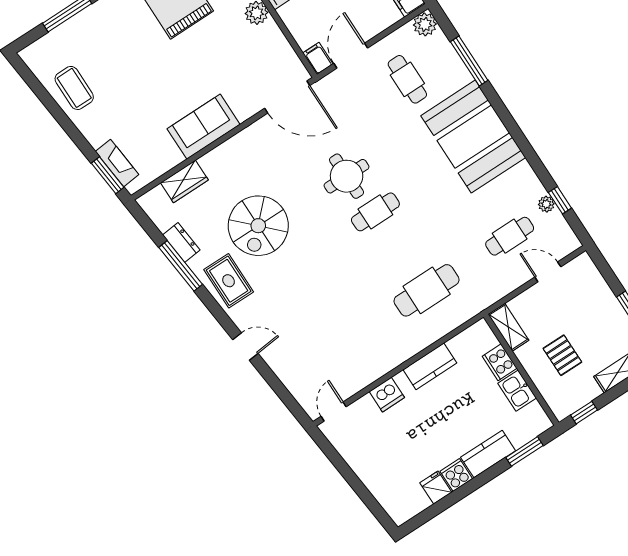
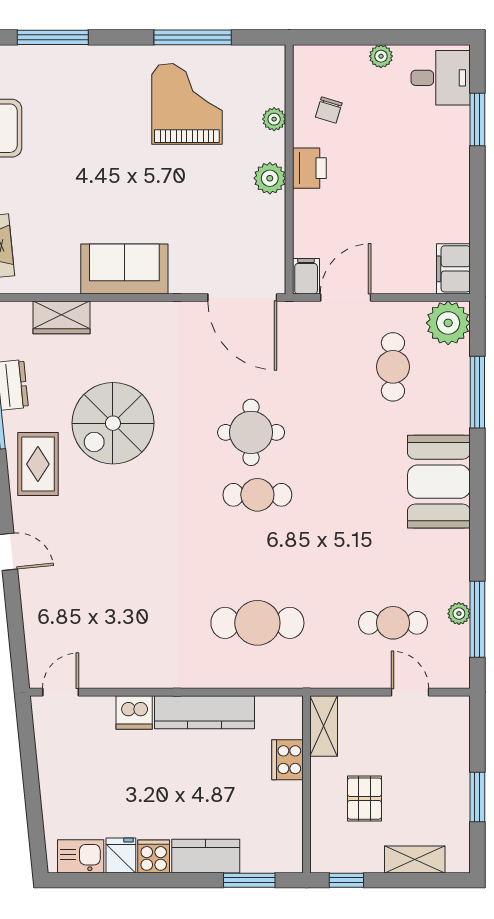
plant: (425, 24) -> (448, 323), width x1.36, depth x1.36
booth: (473, 137) -> (439, 482), width x0.73, depth x0.70
window: (560, 200) -> (477, 619), width x2.17
kitchen counter: (430, 366) -> (204, 712), width x1.50
kitchen sink: (517, 391) -> (81, 856), moved, turned 90

